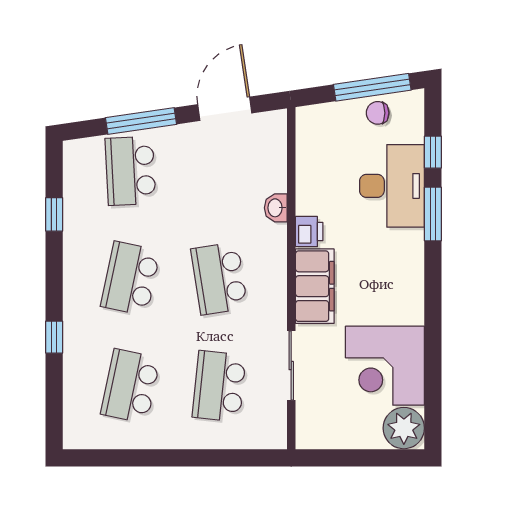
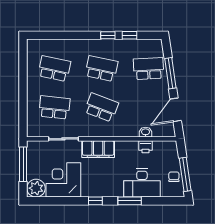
door: (225, 109) -> (176, 110), swing flipped
window: (433, 152) -> (95, 201), moved
washbasin: (276, 208) -> (146, 132), moved
printer: (309, 232) -> (145, 147), moved
school desk: (219, 278) -> (101, 107), turned 30
window: (54, 337) -> (108, 35), moved
window: (349, 458) -> (23, 164), added

